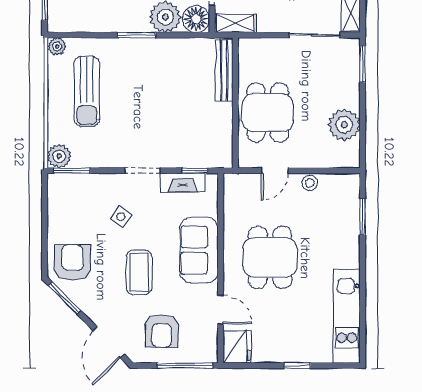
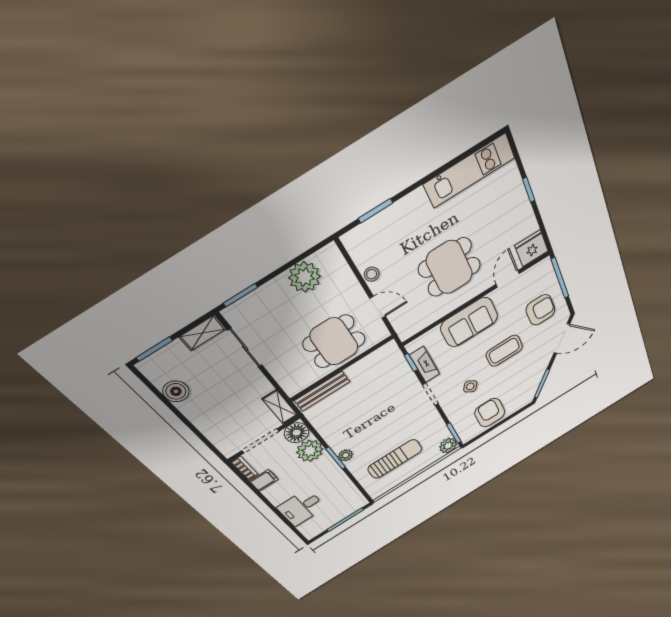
plant: (57, 46) -> (346, 455), moved
armchair: (72, 263) -> (490, 413), moved, turned 90

